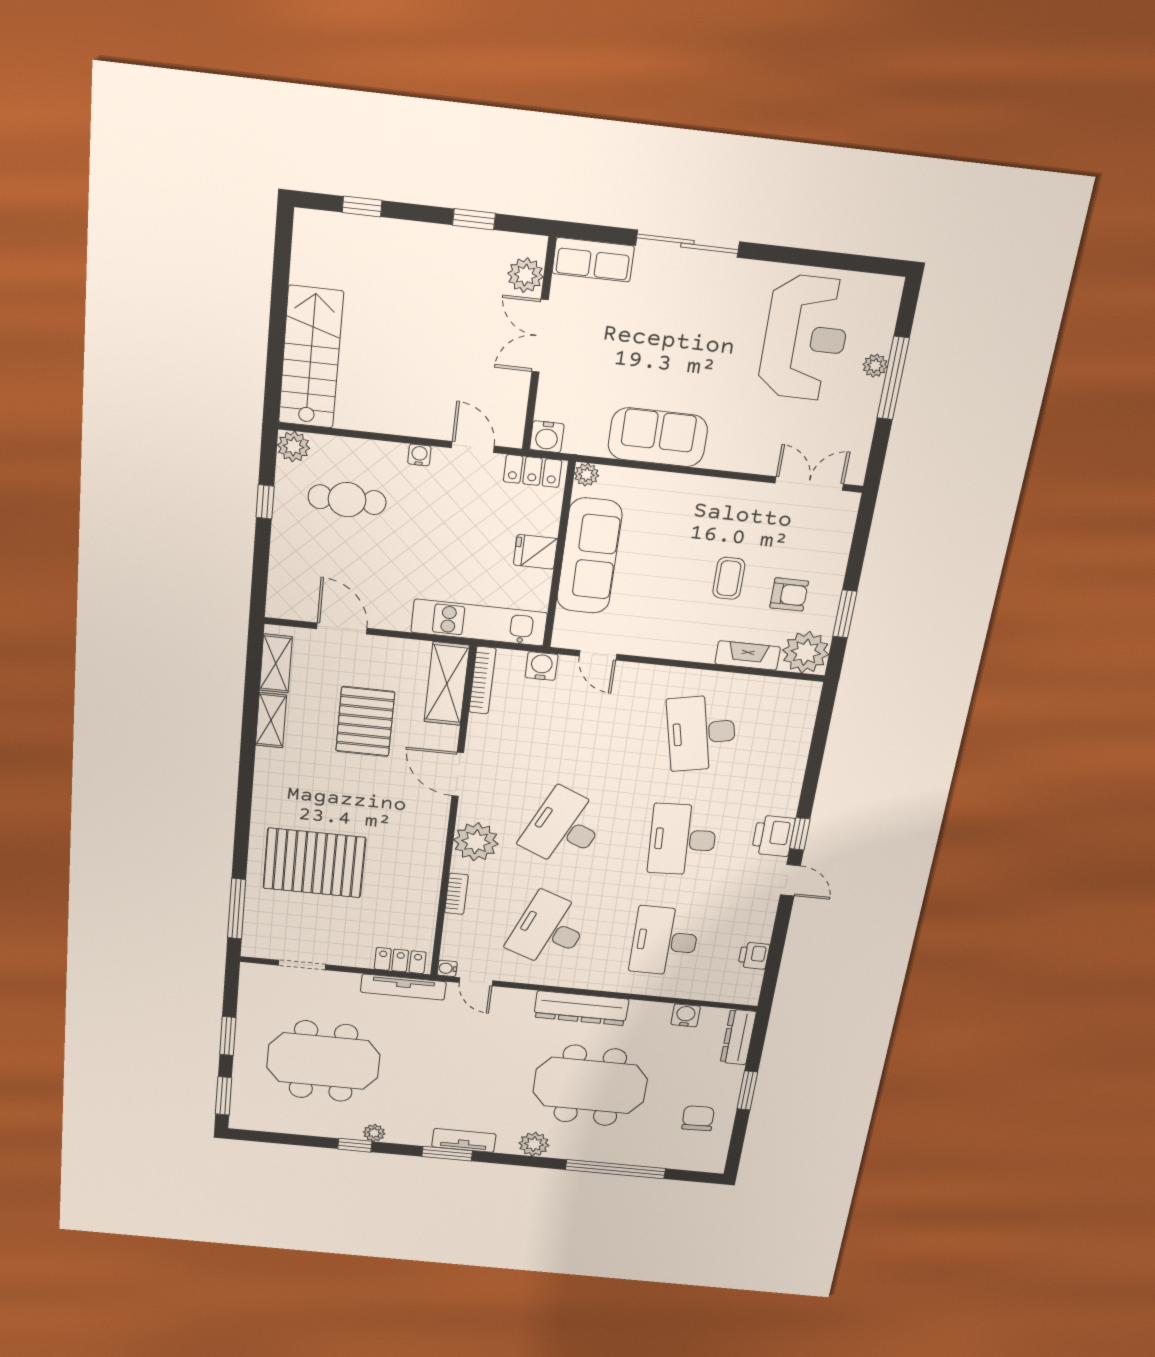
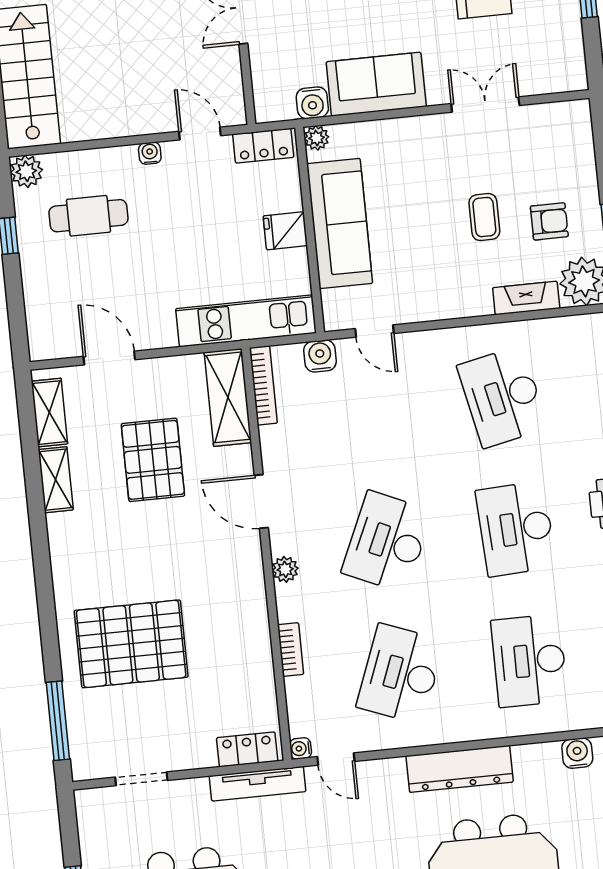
water cooler: (547, 437) -> (312, 103), moved
double door: (809, 484) -> (485, 105), moved
plant: (476, 842) -> (285, 569), width x0.53, depth x0.53

